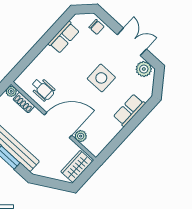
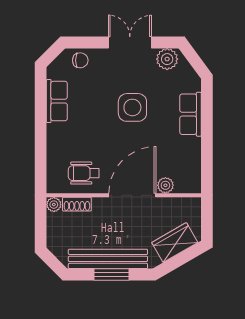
wheelchair: (43, 89) -> (84, 173), turned 180
wardrobe: (77, 166) -> (175, 242), moved, turned 60

